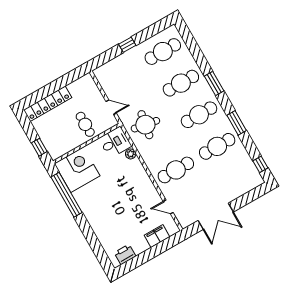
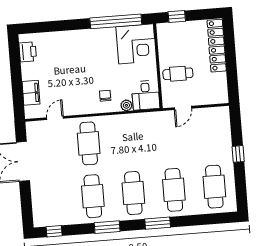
round table: (145, 125) -> (149, 134), removed
chair: (131, 175) -> (105, 96), added

